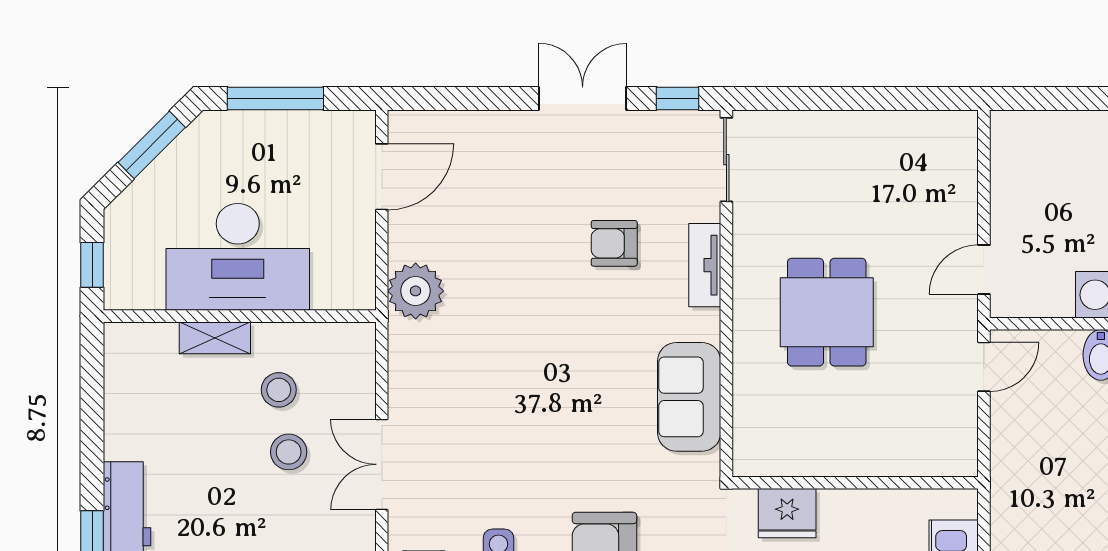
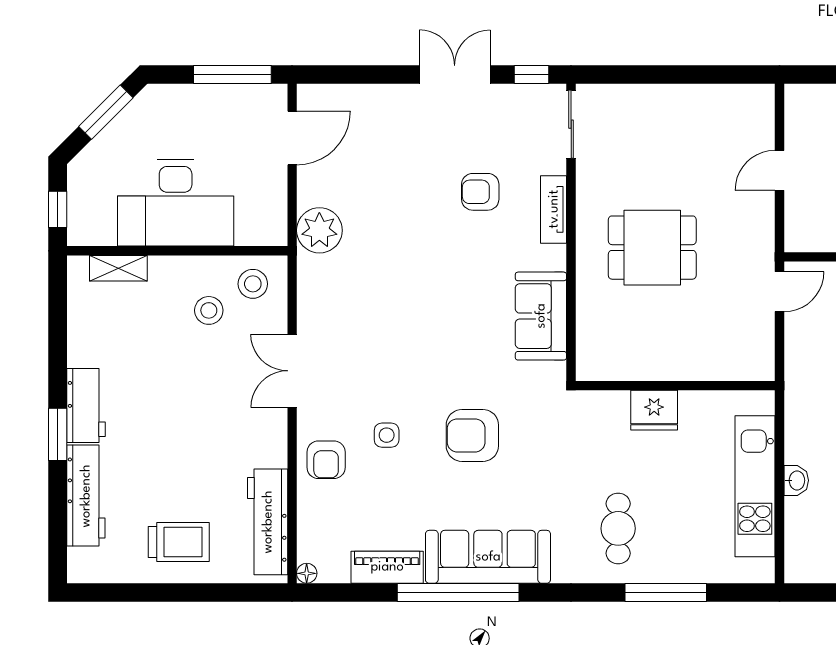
window: (275, 98) -> (232, 75), moved
door: (984, 270) -> (779, 170), moved
dining table: (827, 312) -> (652, 248), turned 90
shelving: (215, 338) -> (118, 268), moved
stool: (289, 452) -> (253, 284), moved
fridge: (787, 513) -> (654, 410), moved

